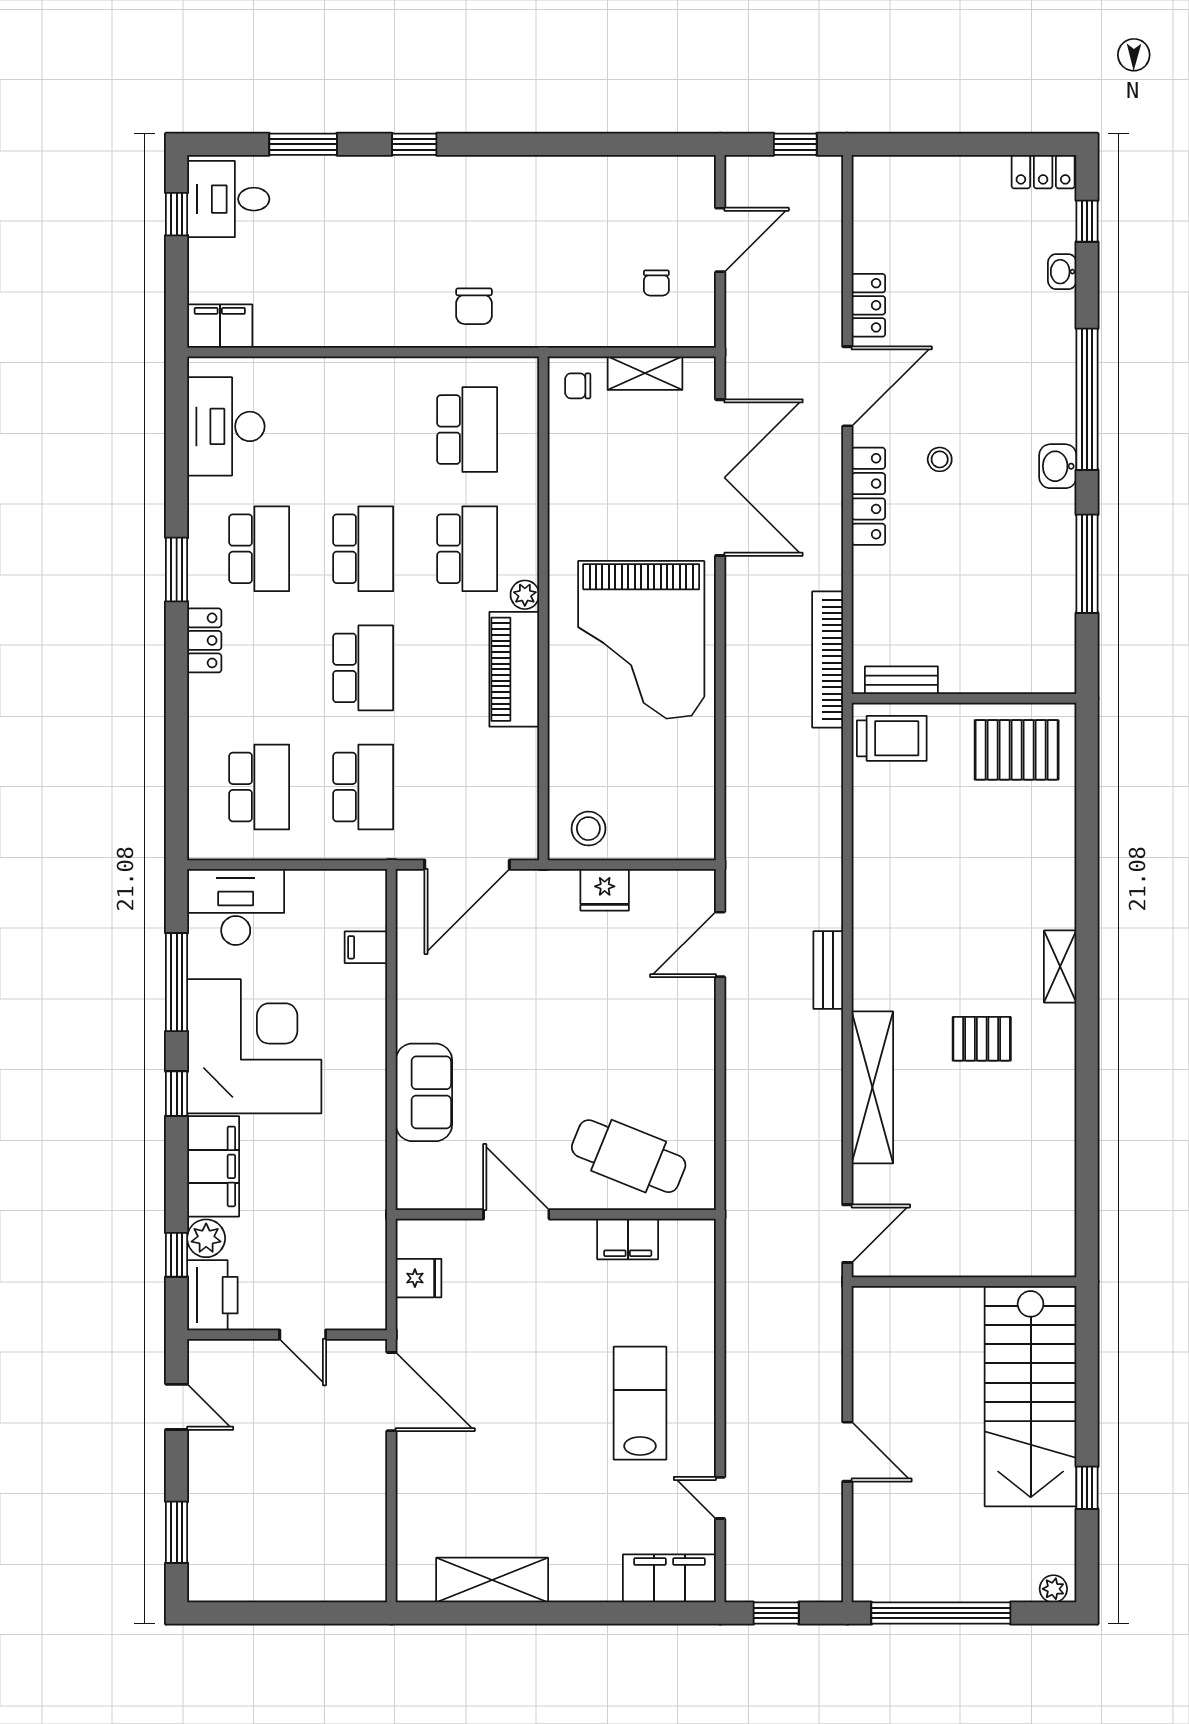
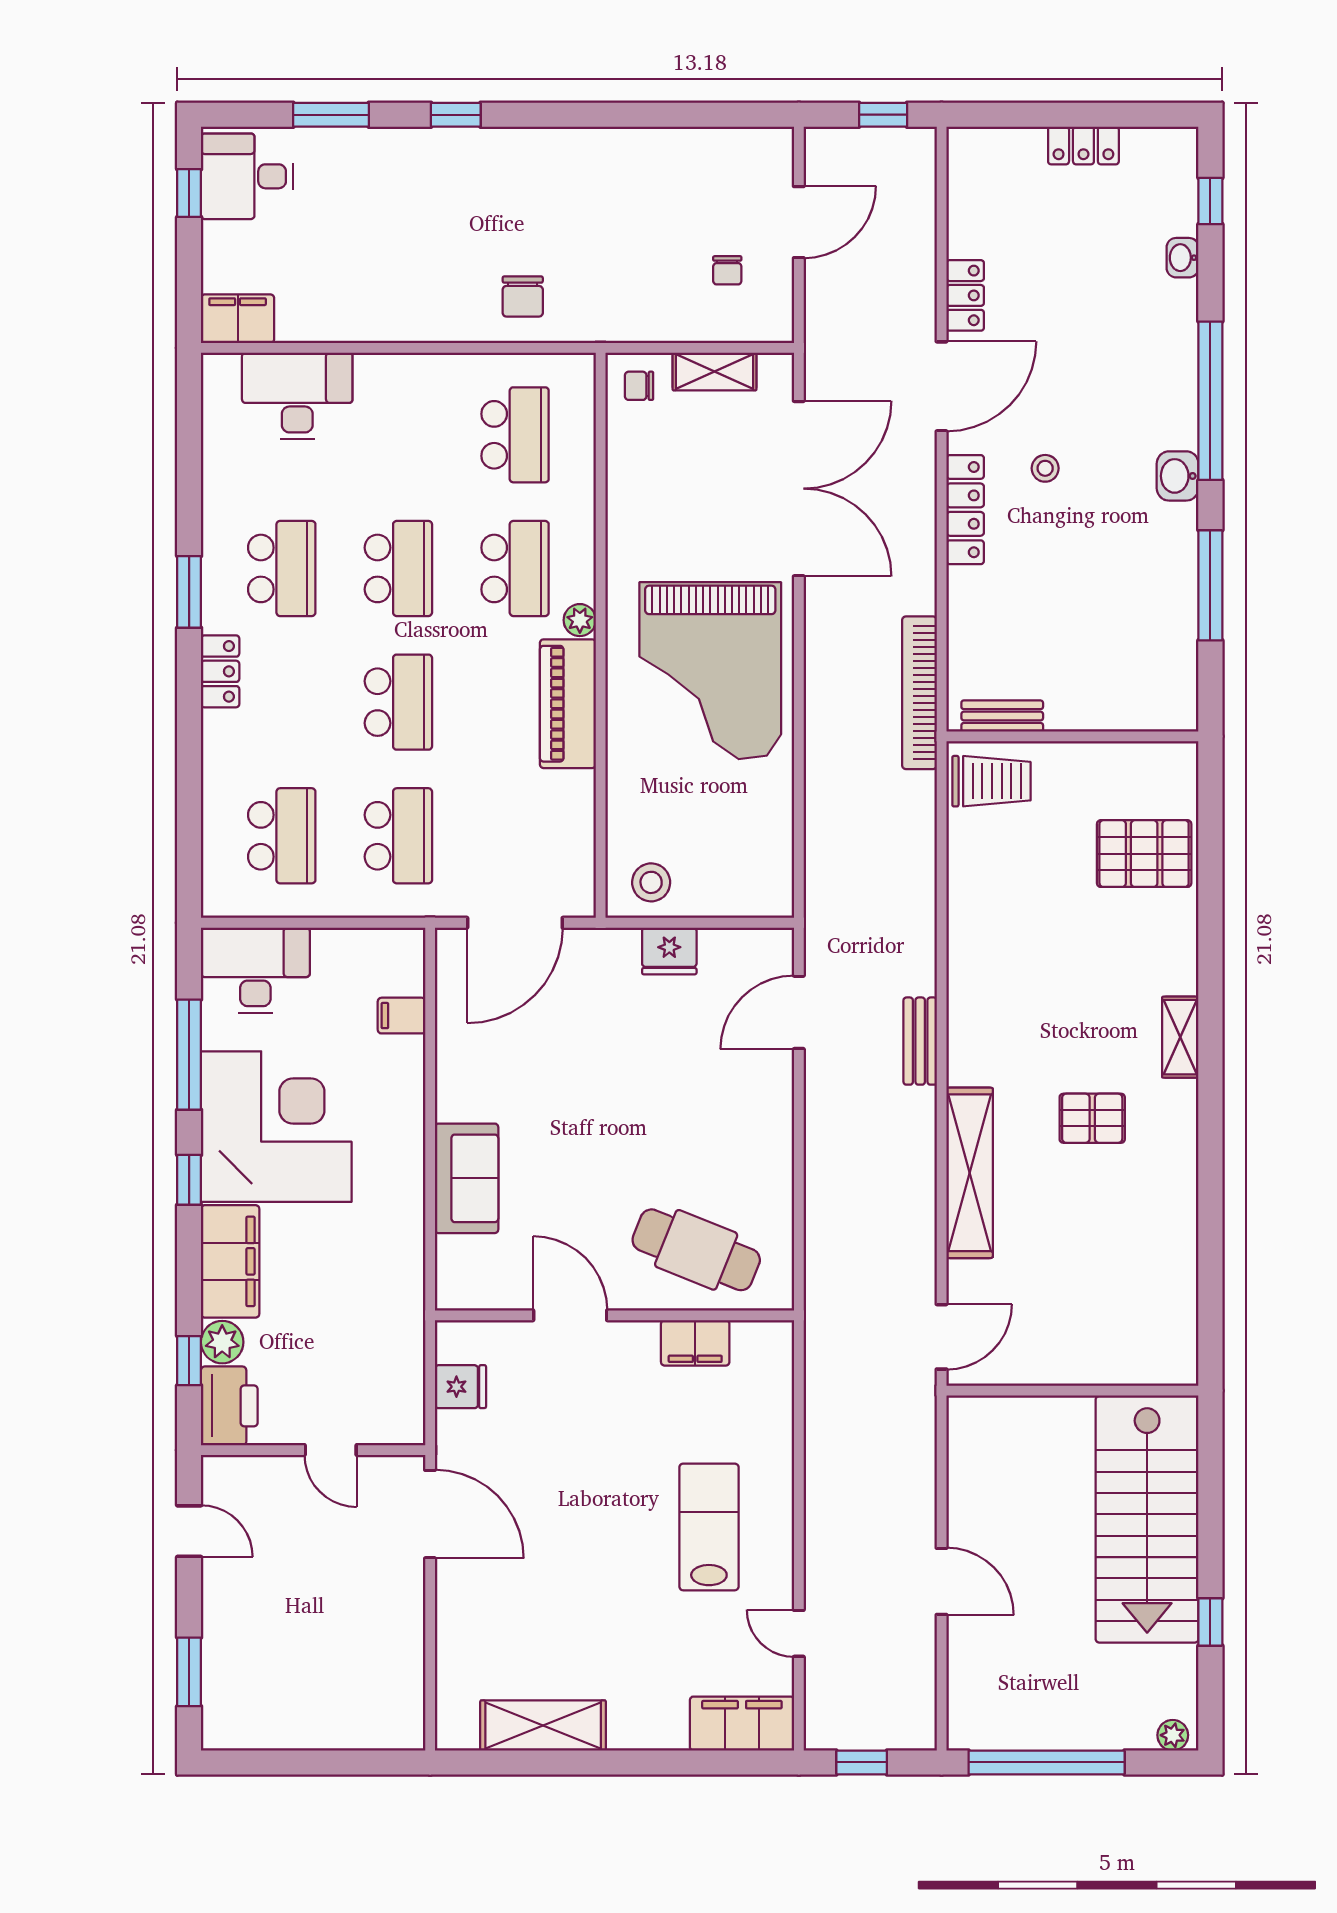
locker: (1043, 172) -> (1083, 146), moved
desk: (226, 426) -> (297, 396), moved, turned 90
pallet: (1017, 750) -> (1144, 854), moved

